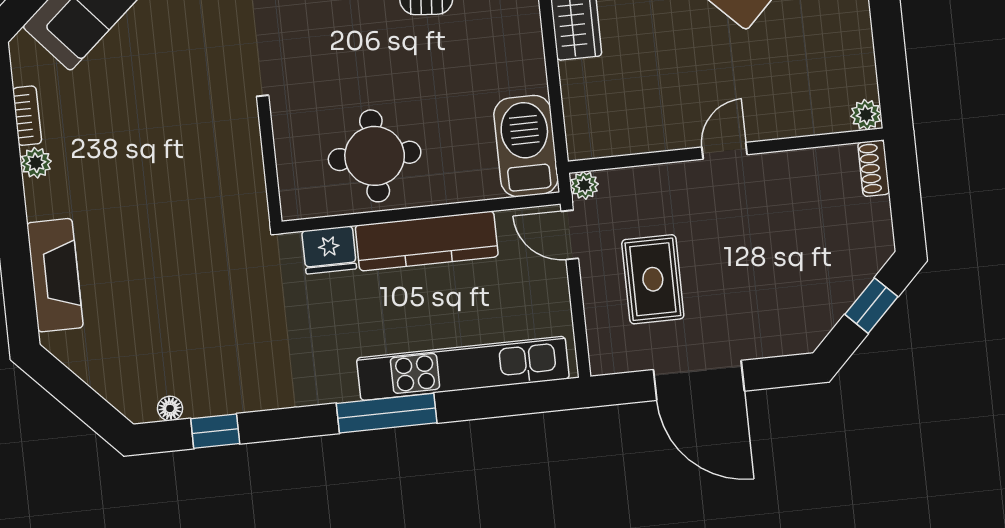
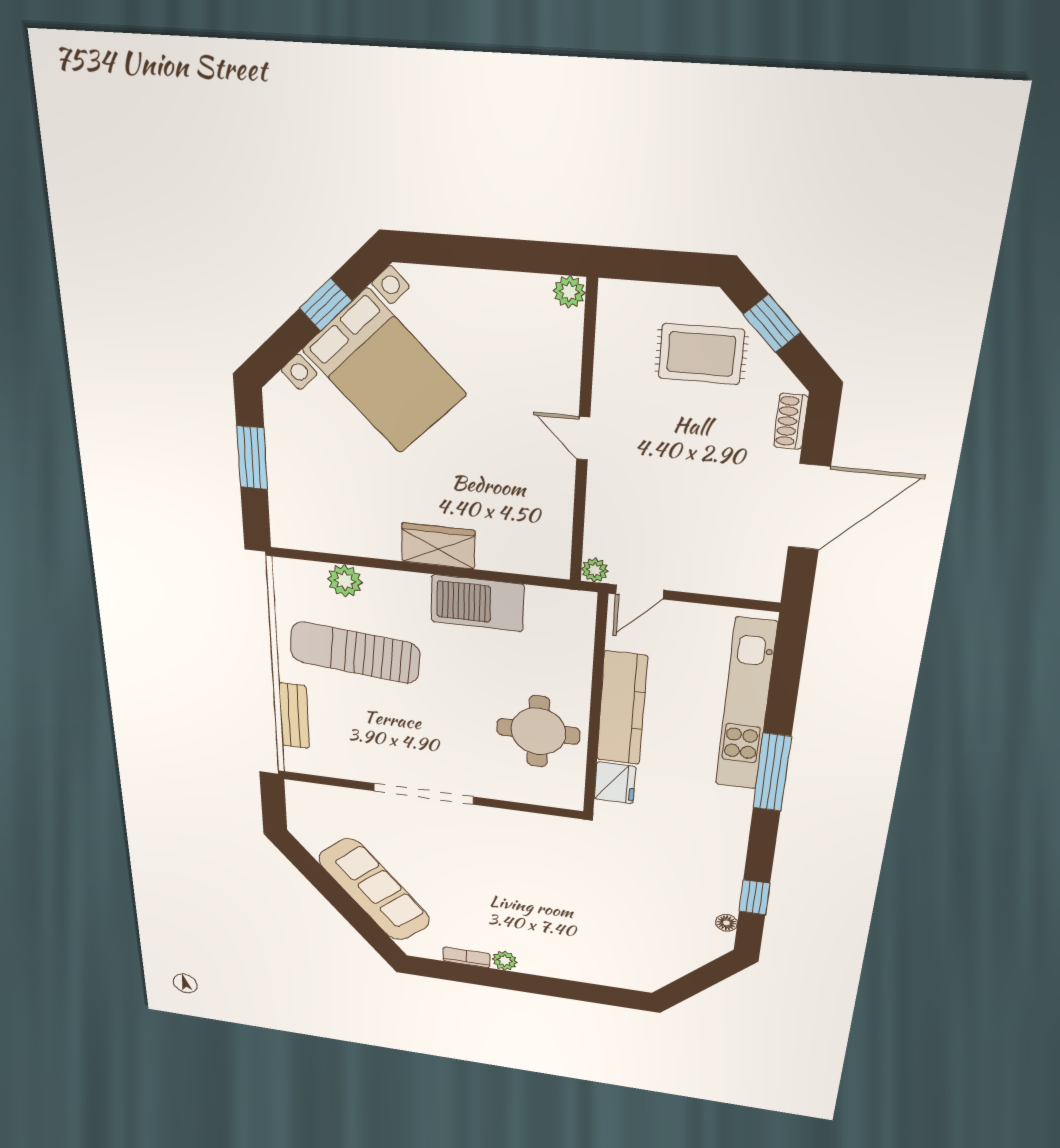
barbecue: (526, 146) -> (477, 603), moved
shoe rack: (874, 168) -> (791, 421), moved, turned 90
fireplace: (55, 275) -> (598, 970), removed
rug: (653, 279) -> (701, 354), moved

